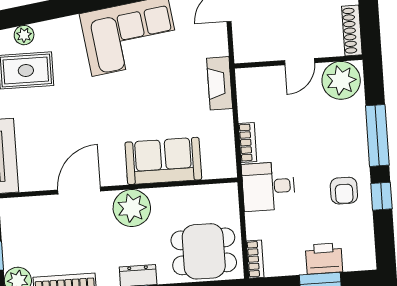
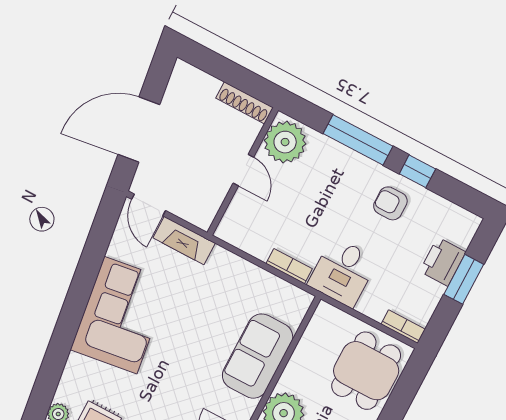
fireplace: (220, 83) -> (184, 241), moved
armchair: (344, 191) -> (390, 203), turned 180

